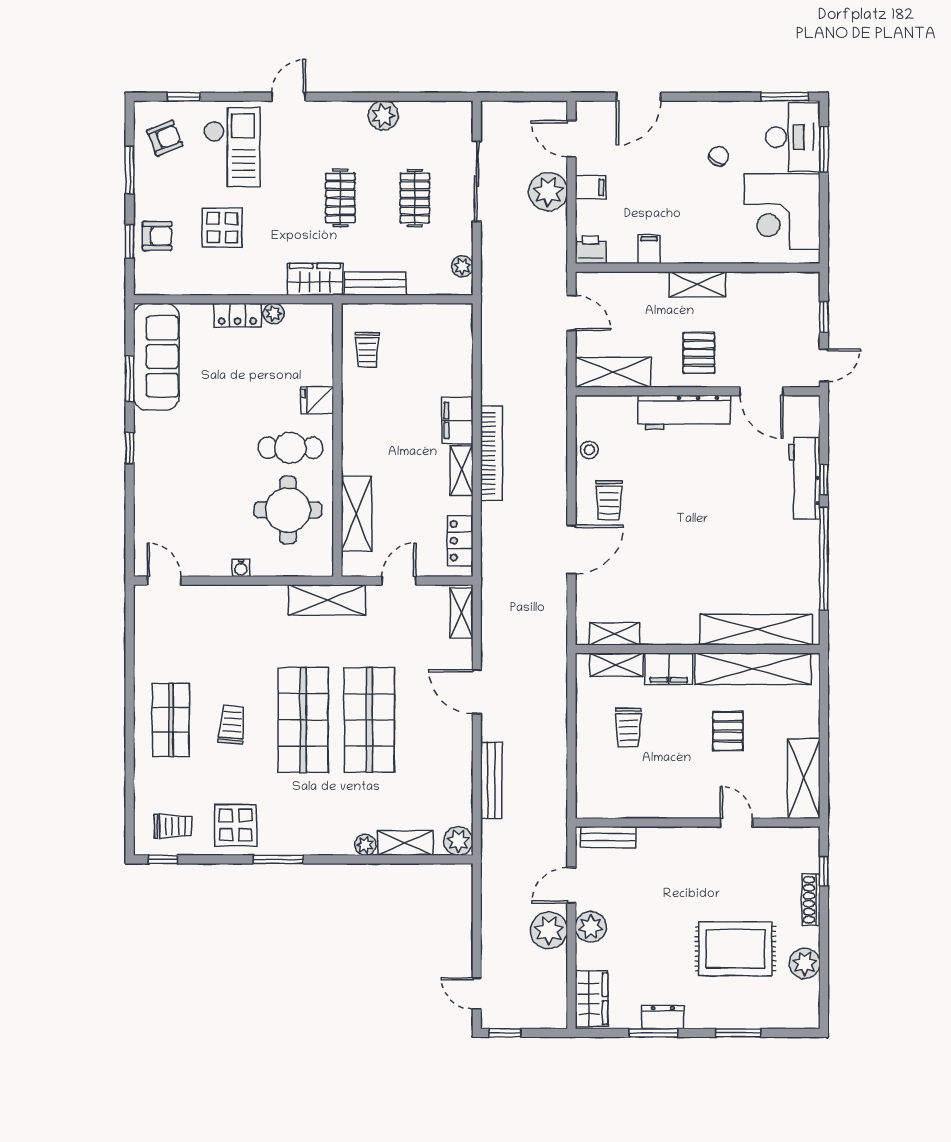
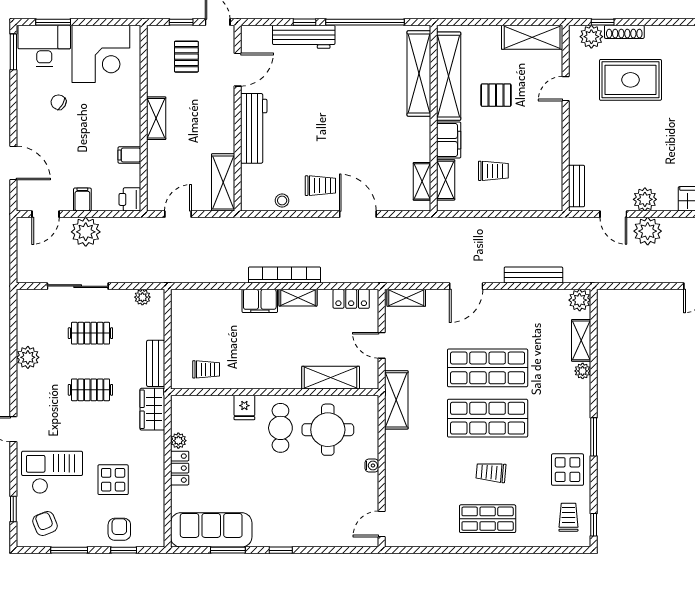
pallet: (699, 353) -> (186, 57), moved, turned 90
rug: (735, 949) -> (630, 80), moved, turned 90
plant: (805, 963) -> (591, 37), moved

